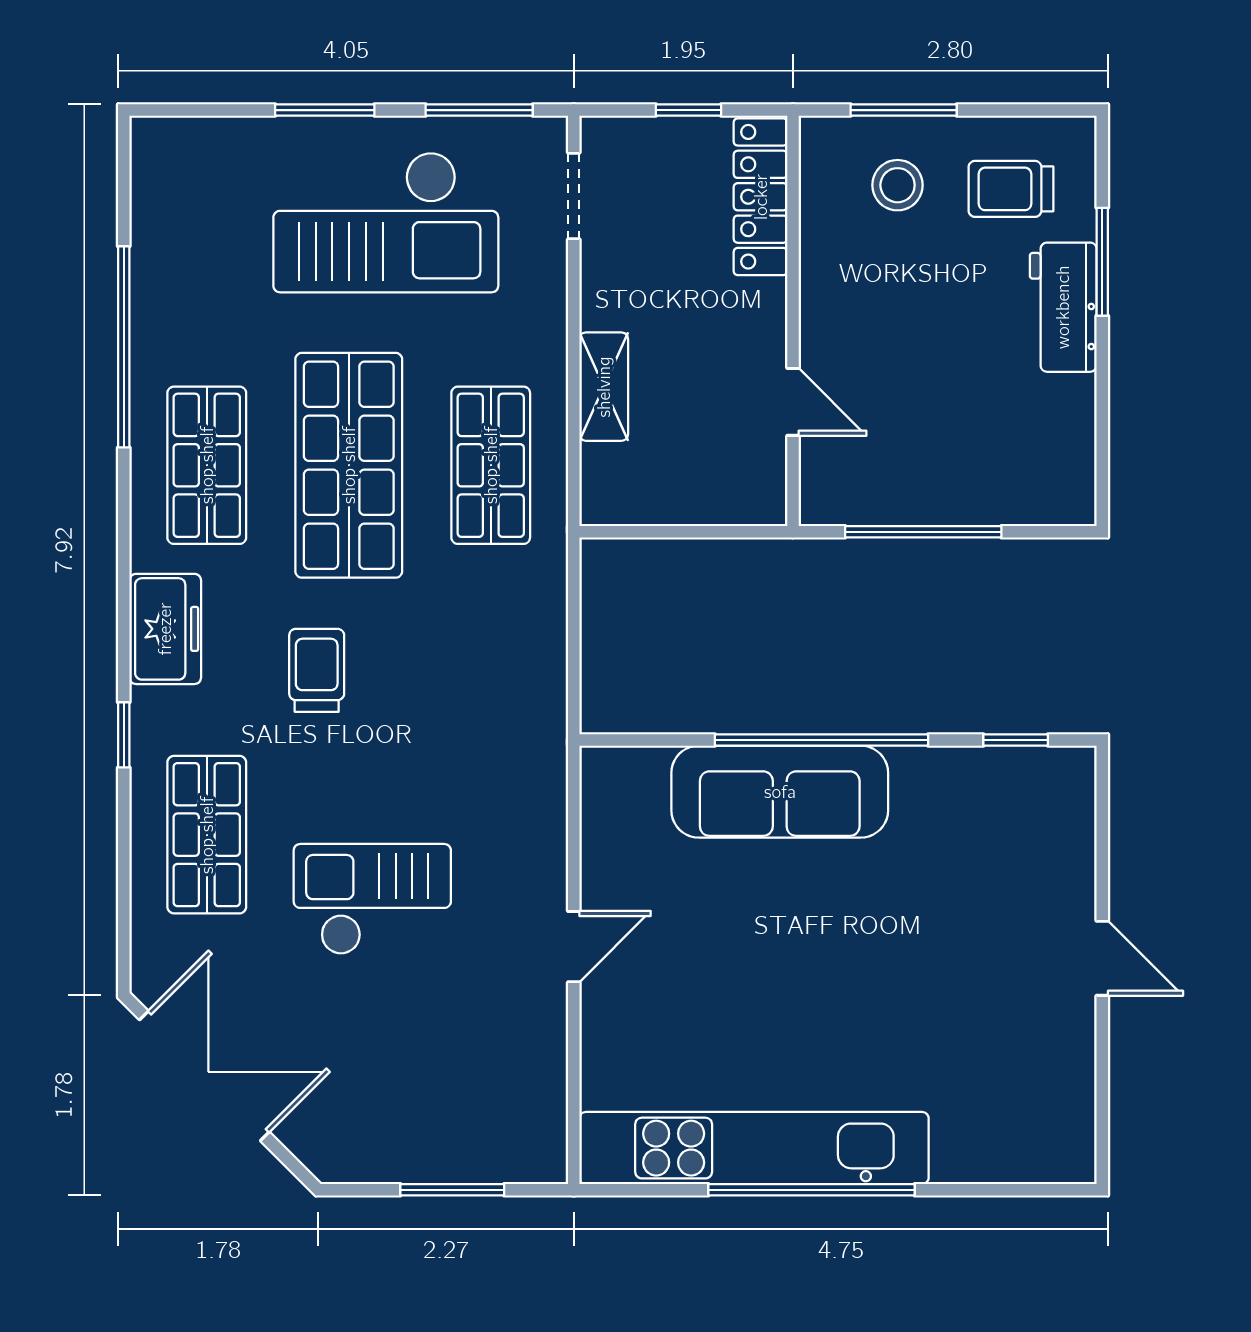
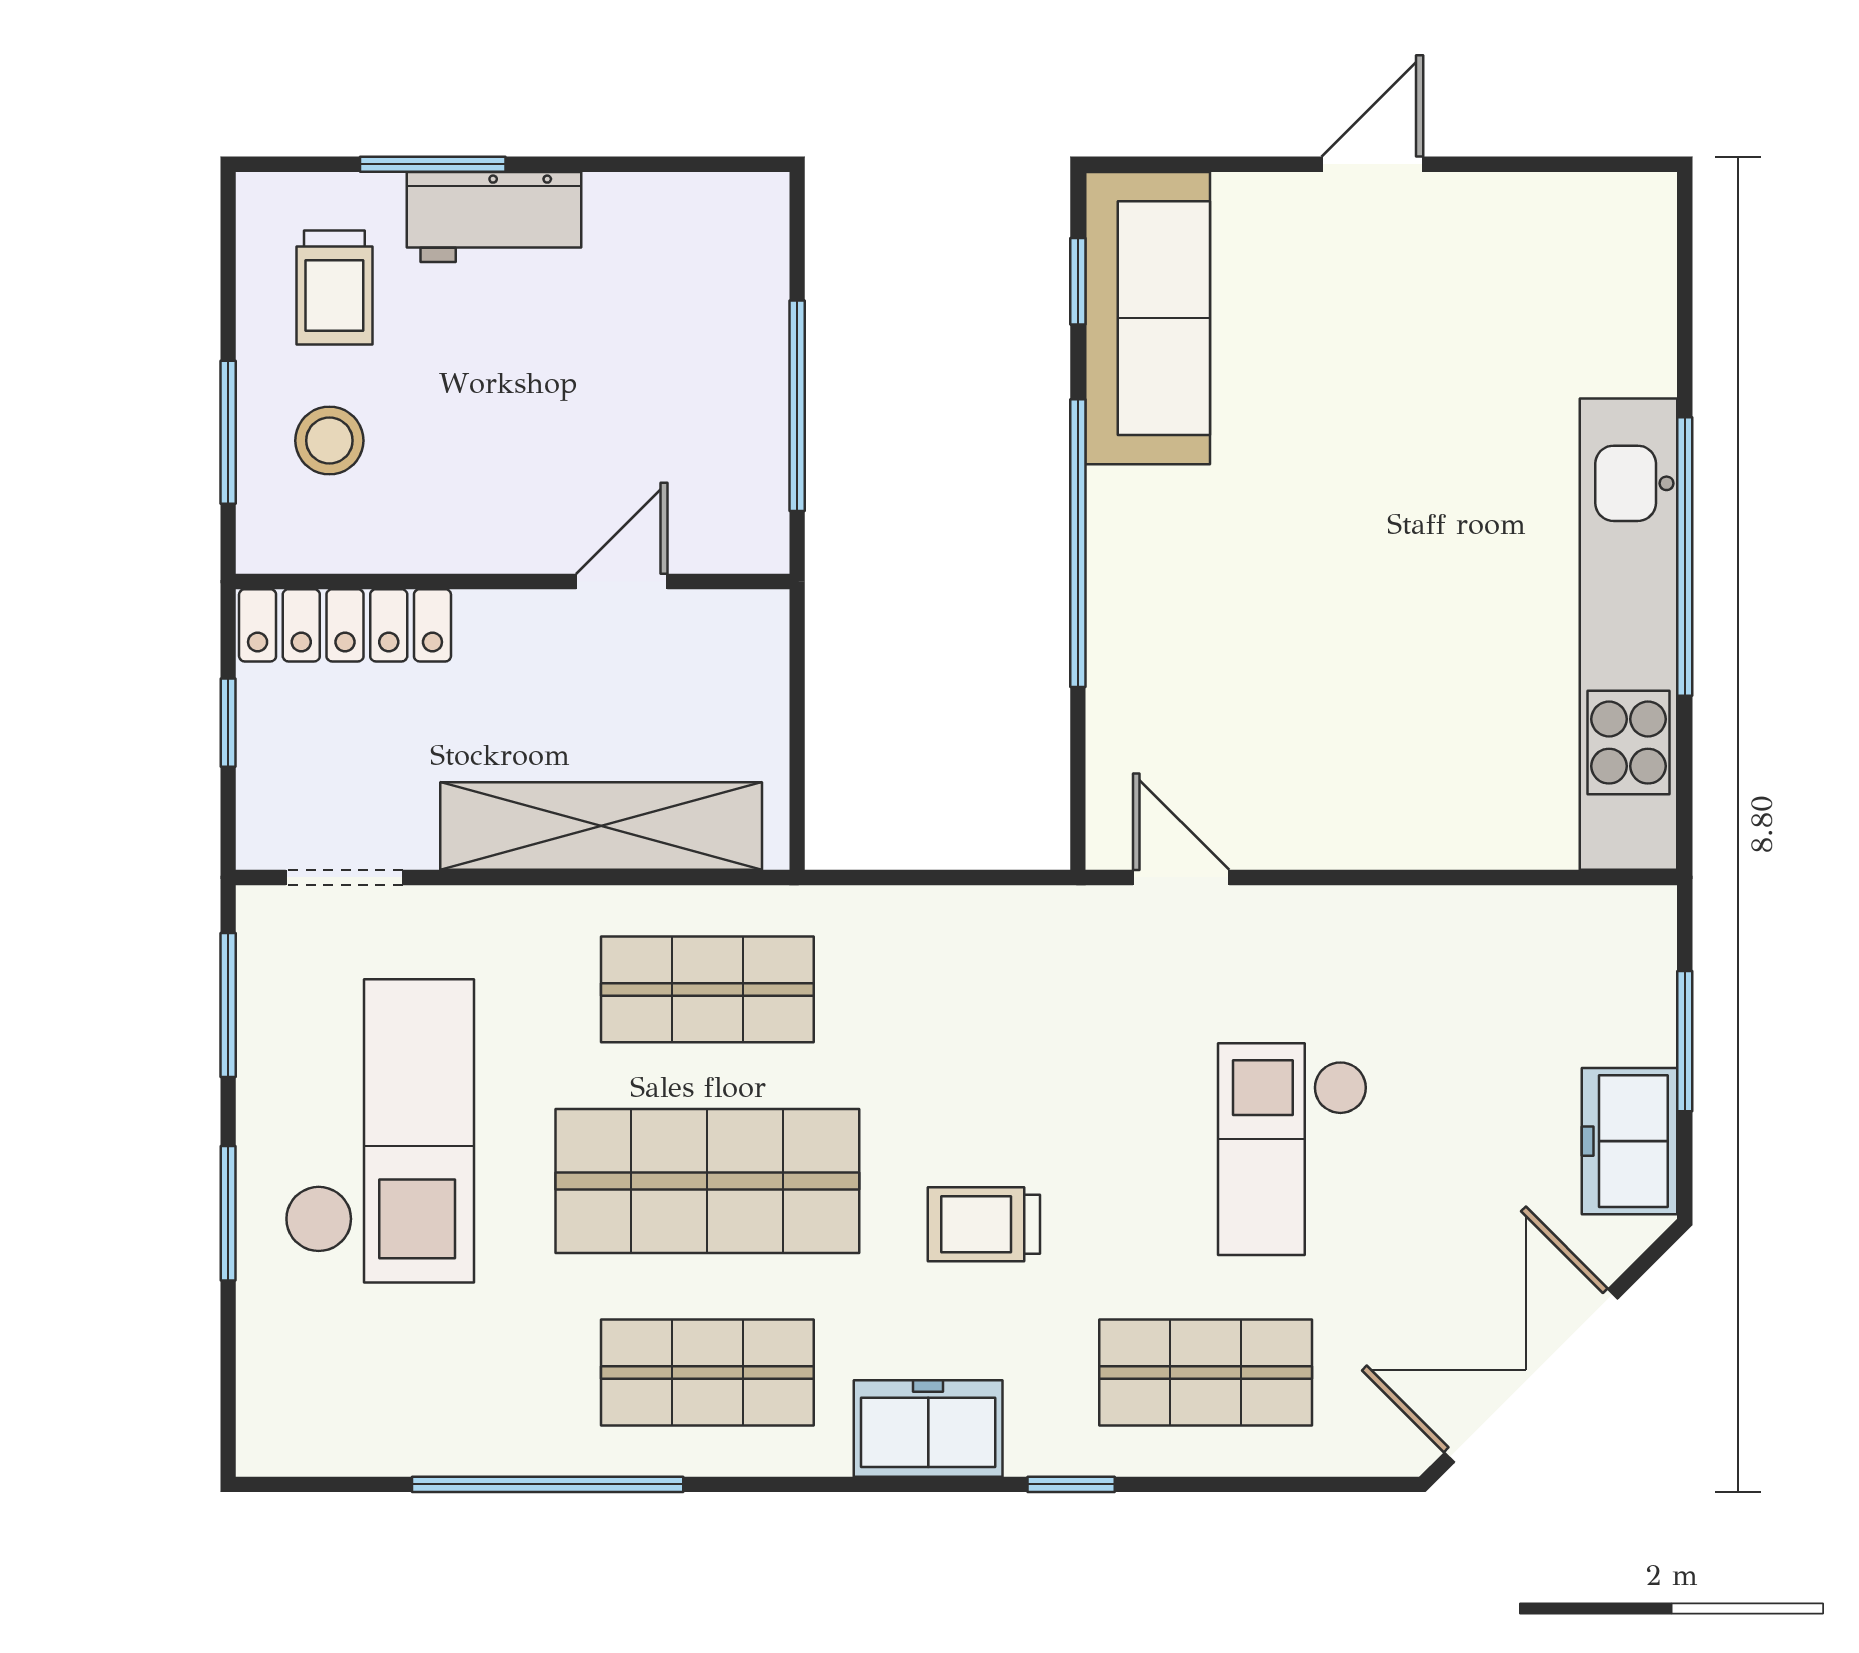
shelving: (604, 387) -> (601, 826), width x2.20, depth x1.33
sofa: (780, 792) -> (1148, 318), moved
door: (574, 947) -> (1181, 877), moved
freezer: (378, 1149) -> (1630, 1141), added

